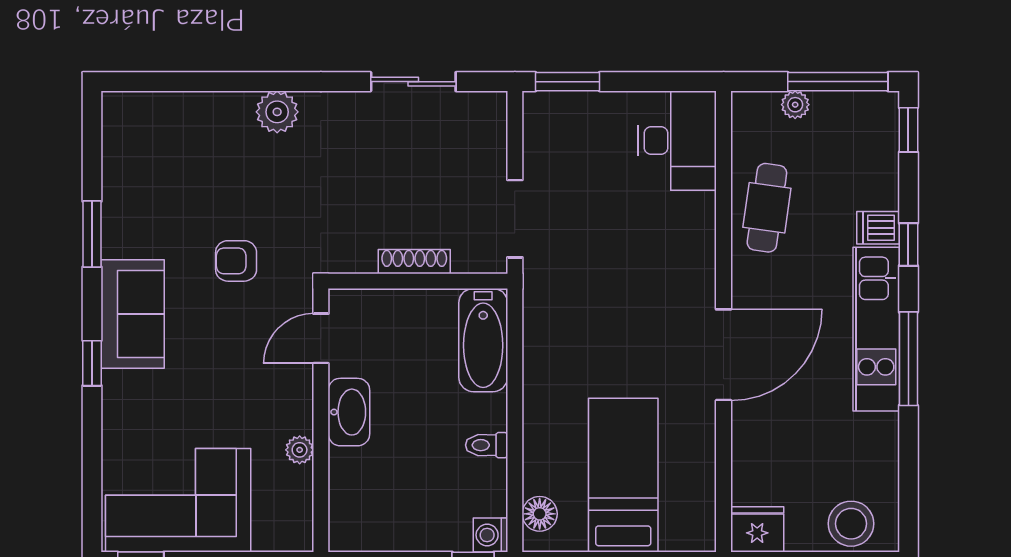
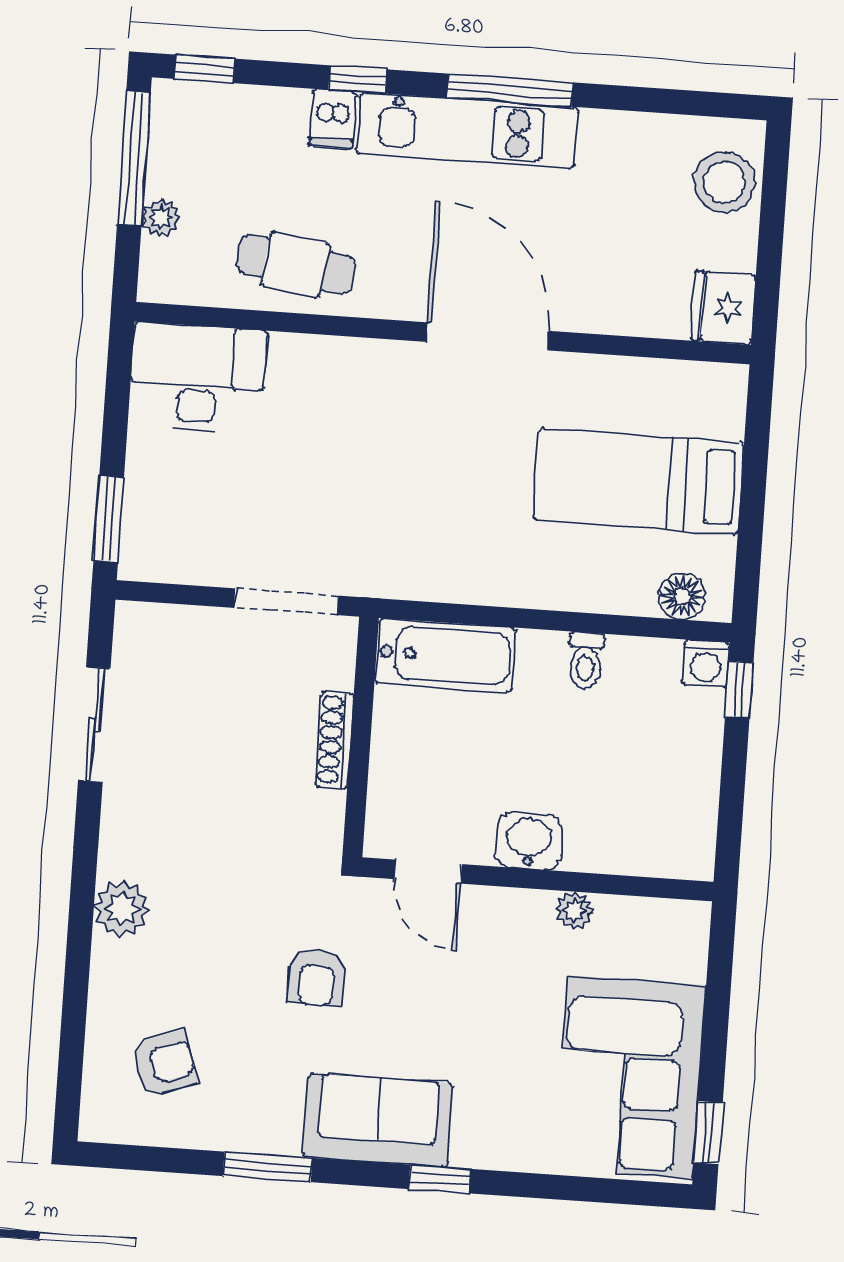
armchair: (164, 152) -> (165, 1064), added
washbasin: (349, 412) -> (529, 841), width x0.72

